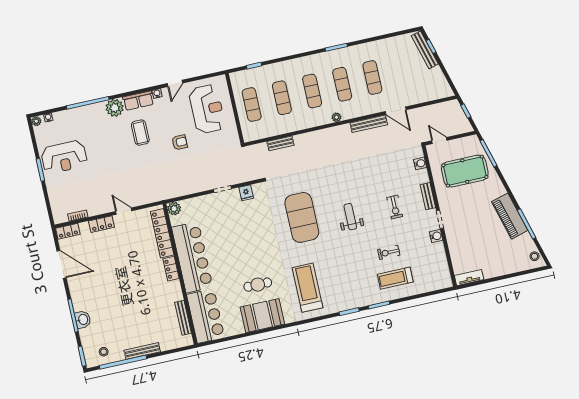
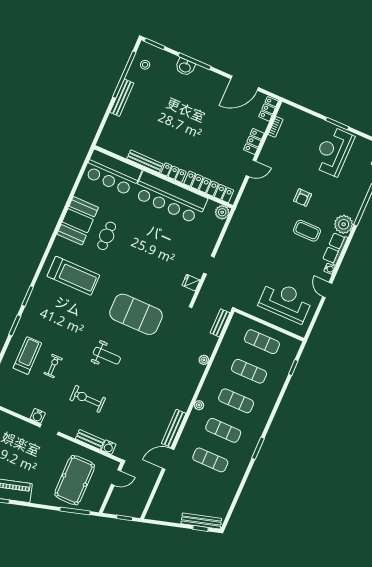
reception desk: (207, 109) -> (286, 301), turned 180
plant: (299, 139) -> (204, 360), added
armchair: (180, 142) -> (303, 198), moved
bench: (280, 143) -> (220, 323), moved
bench: (428, 196) -> (90, 439), moved
exercise bike: (395, 207) -> (88, 399), width x1.38, depth x1.39
bench: (183, 318) -> (145, 161), moved

